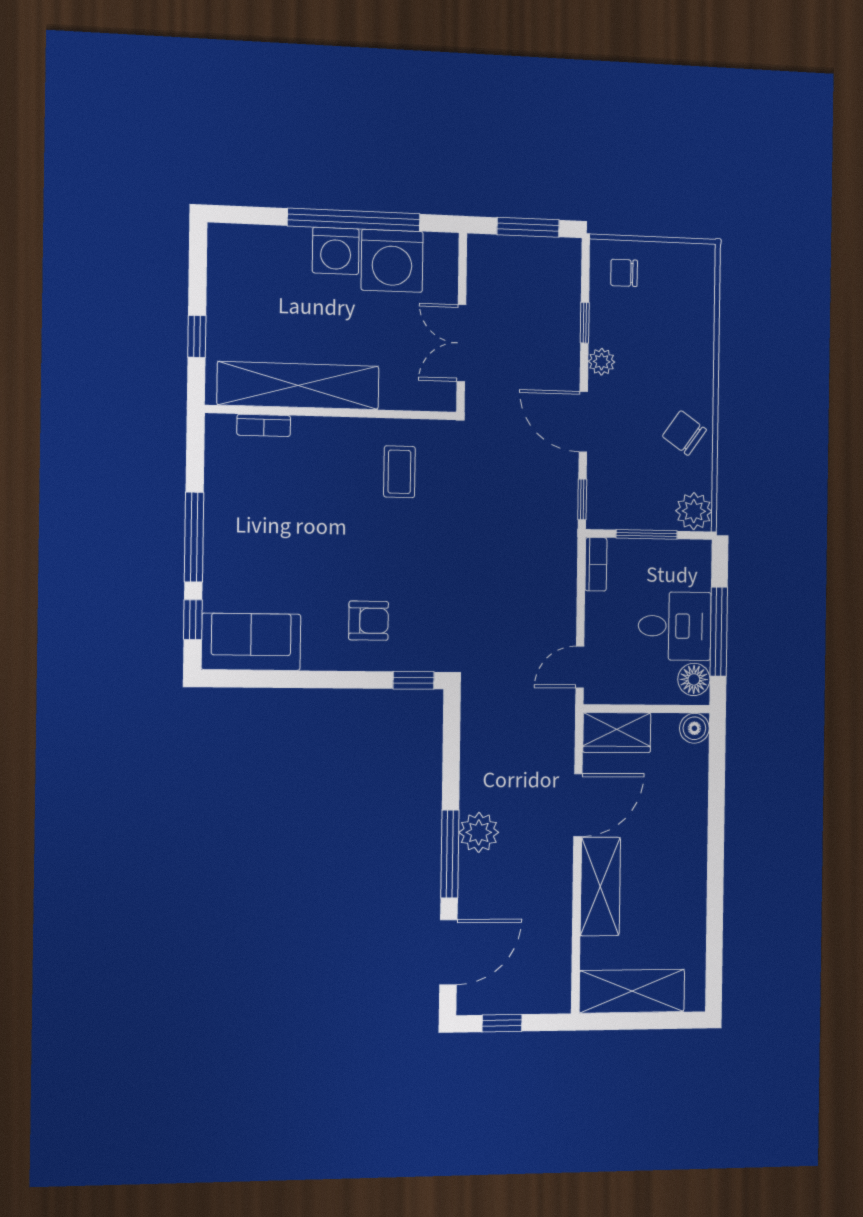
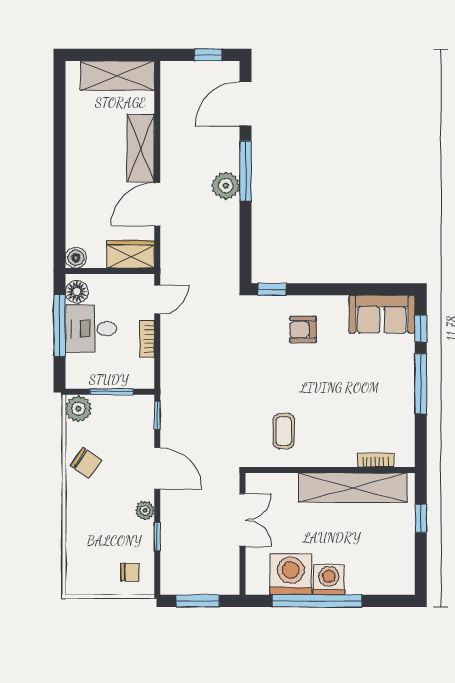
bookcase: (596, 564) -> (147, 339), moved

